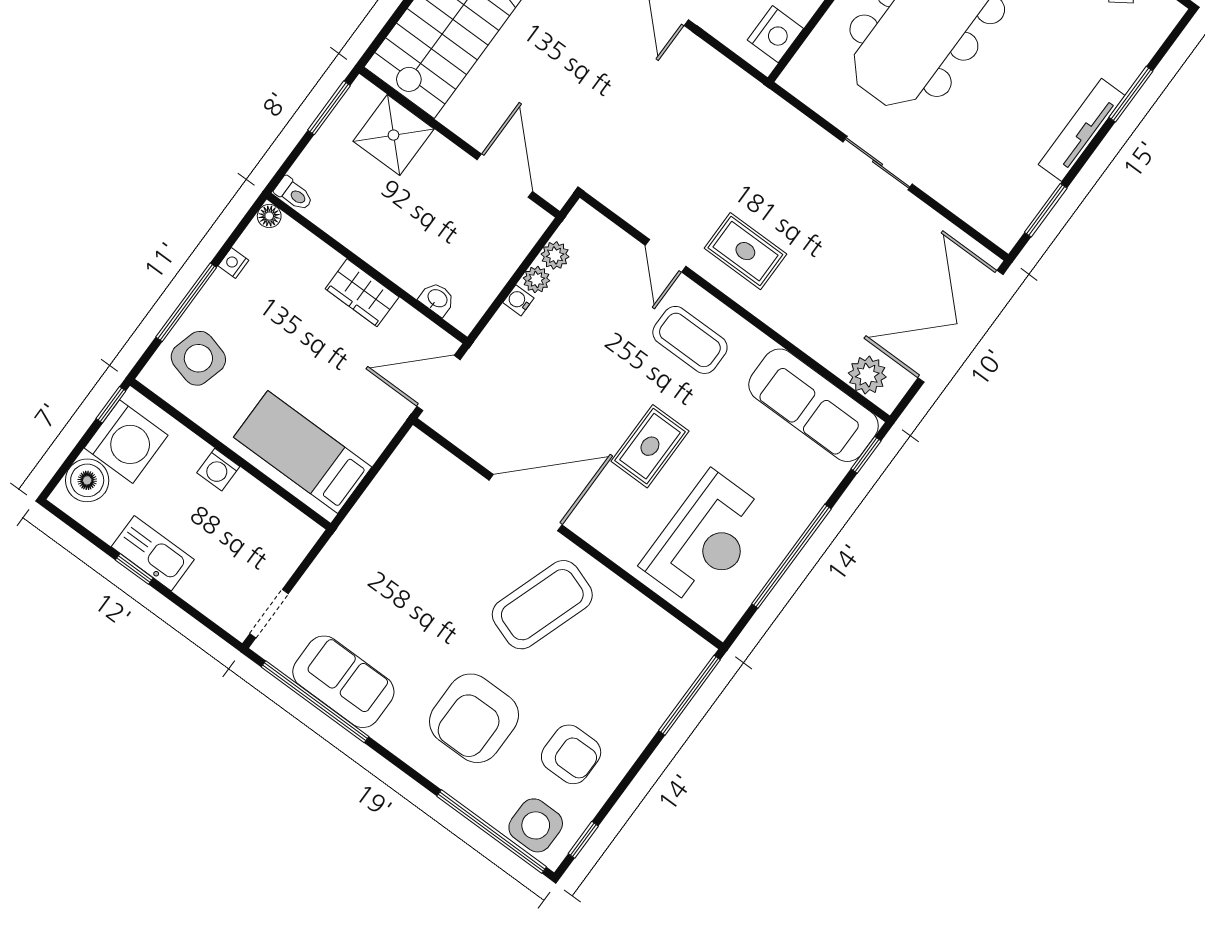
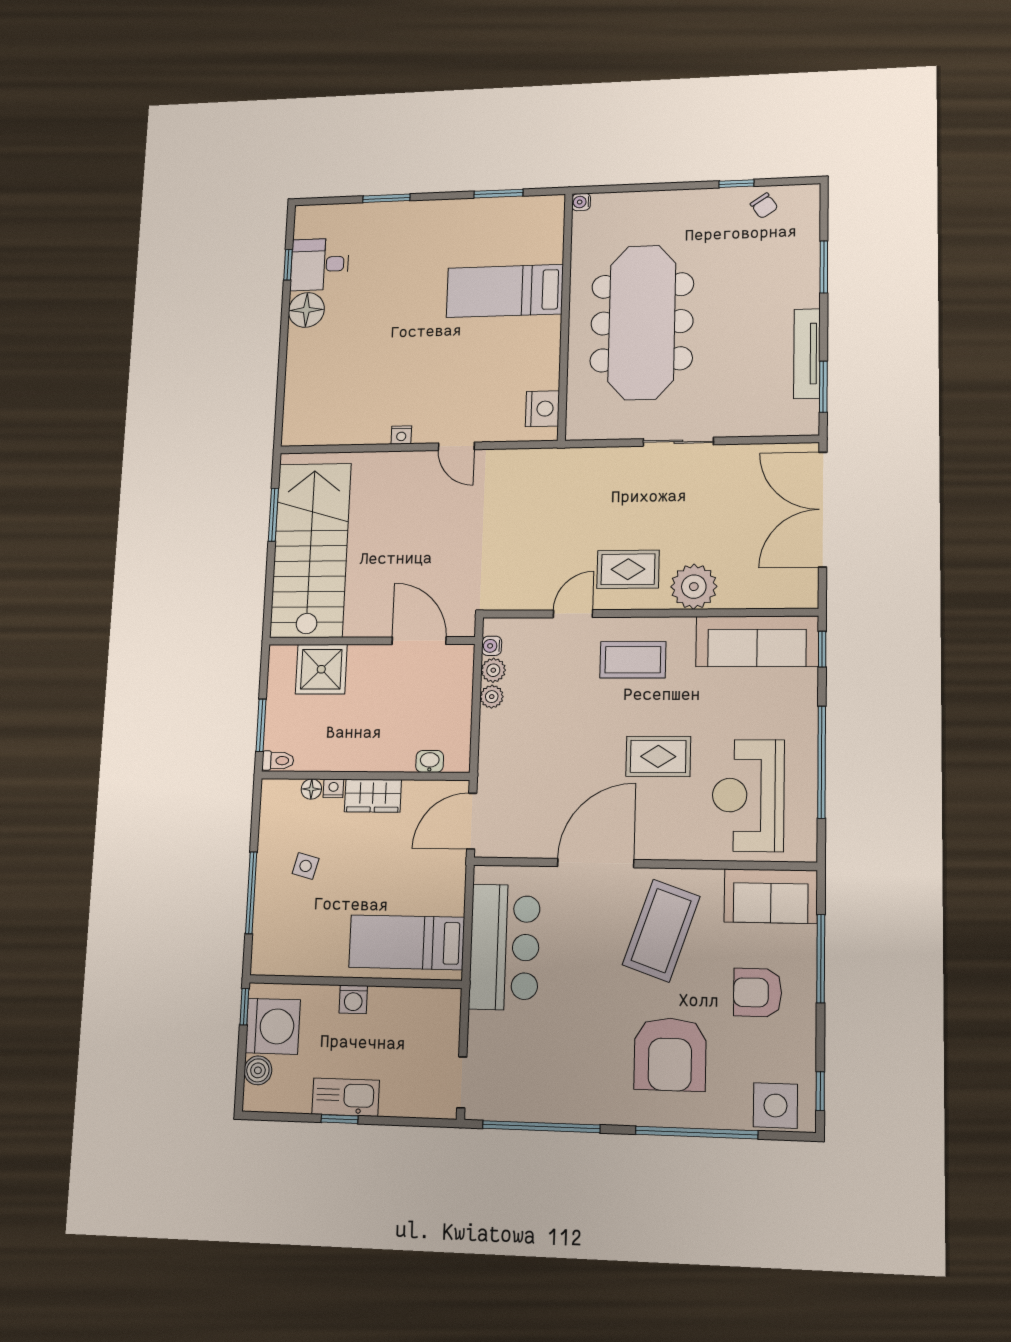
window: (329, 108) -> (261, 725), moved
tv unit: (1082, 130) -> (807, 354), moved
floor lamp: (269, 216) -> (311, 789), moved
door: (666, 256) -> (573, 614), swing flipped
nightstand: (233, 263) -> (333, 788), moved, turned 90
water cooler: (518, 300) -> (492, 646), moved
side table: (198, 358) -> (306, 866), moved, width x0.54, depth x0.54
plant: (867, 375) -> (694, 587), moved, width x1.36, depth x1.36
rug: (650, 446) -> (658, 756), turned 90
boiler: (87, 480) -> (258, 1070), width x0.73, depth x0.73
bar counter: (390, 520) -> (504, 947), added
reception desk: (705, 539) -> (748, 795), turned 180
sofa: (343, 682) -> (771, 896), moved, turned 180
window: (689, 695) -> (821, 959), moved
armchair: (571, 754) -> (758, 993), moved, turned 180
window: (492, 832) -> (697, 1133), moved

